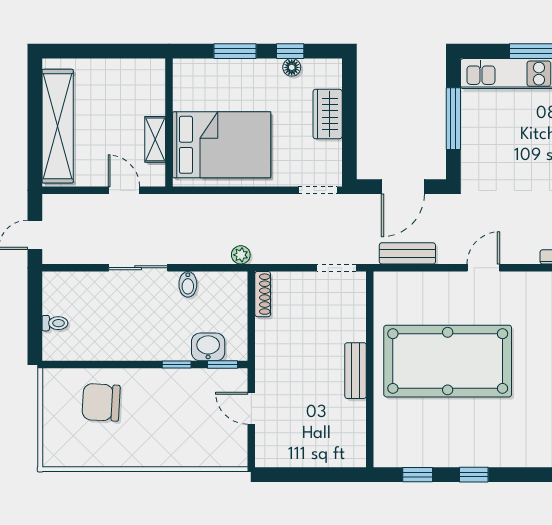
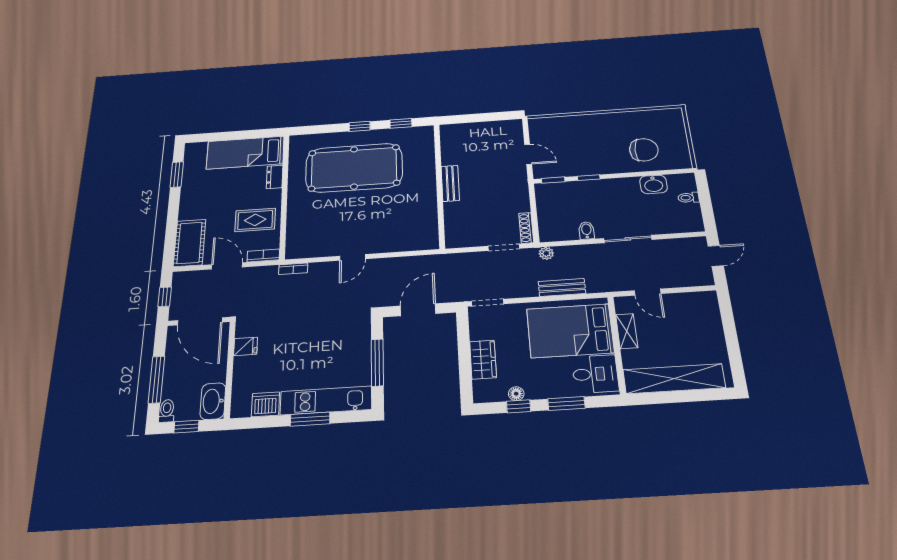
desk: (198, 86) -> (595, 374), added
shelving: (58, 126) -> (674, 379), moved, turned 90
bench: (407, 253) -> (562, 287), moved
doorway: (336, 268) -> (504, 247), moved
washbasin: (208, 347) -> (653, 184), moved
pool table: (448, 361) -> (354, 168), moved

